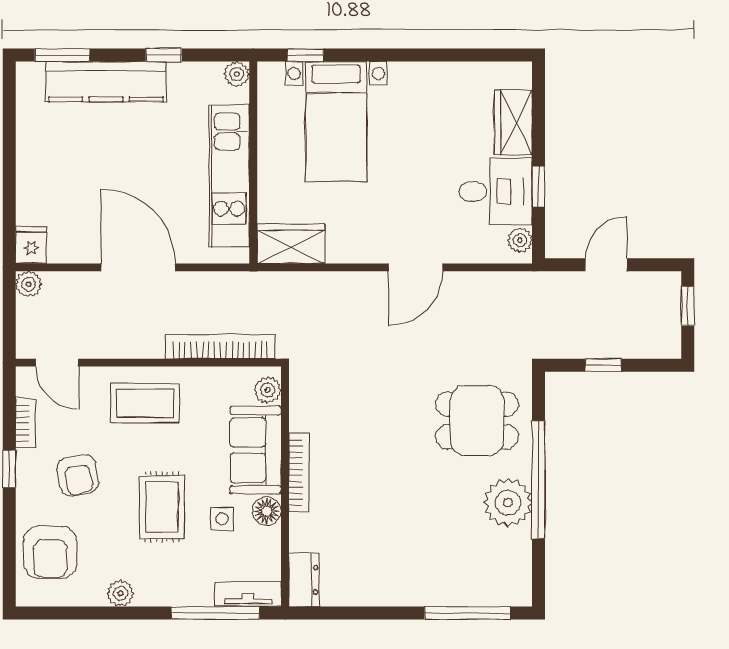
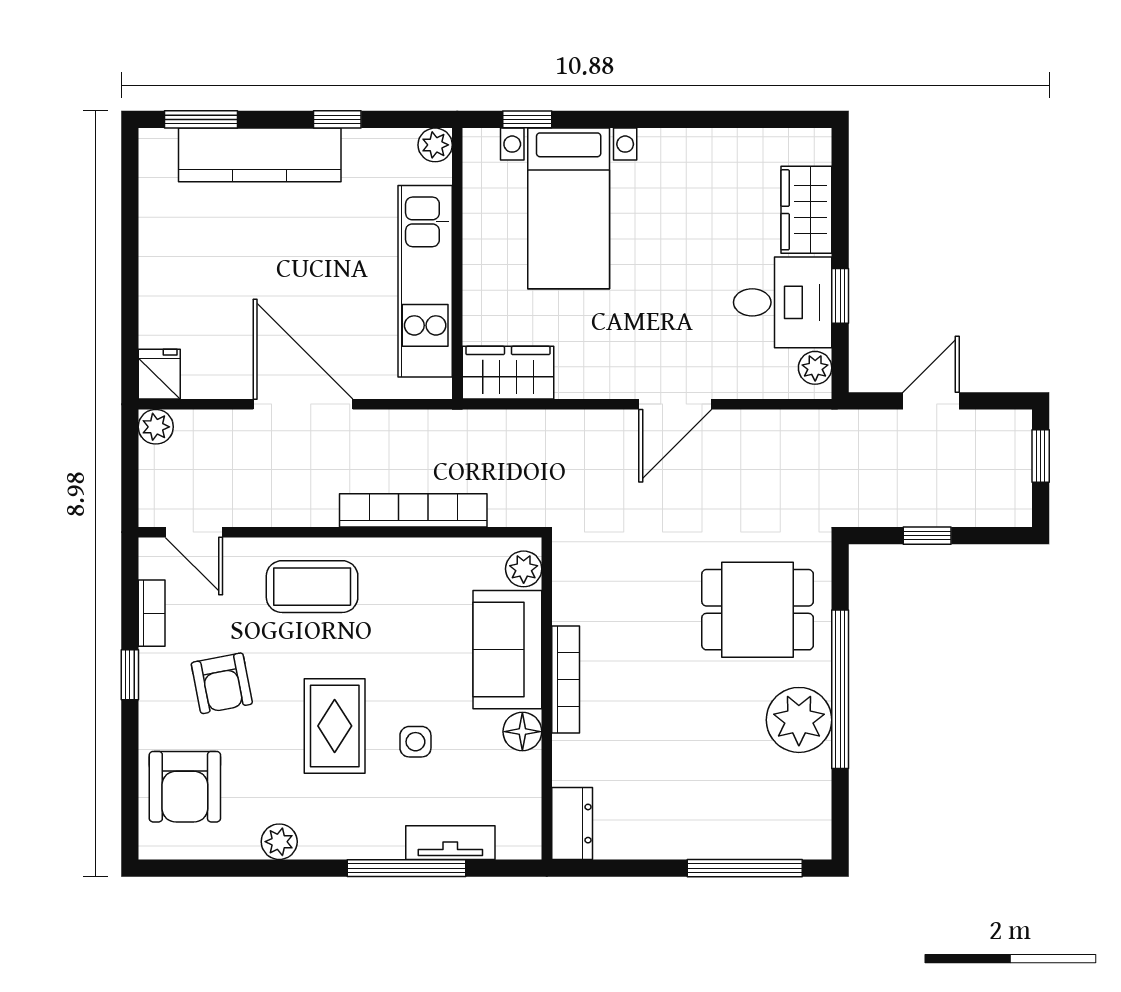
plant: (268, 390) -> (524, 569), moved
sofa: (256, 450) -> (507, 650), moved
bookcase: (299, 472) -> (566, 679), moved
wall: (285, 487) -> (547, 698), moved
floor lamp: (267, 511) -> (522, 732), moved
dresser: (304, 580) -> (572, 824), moved

